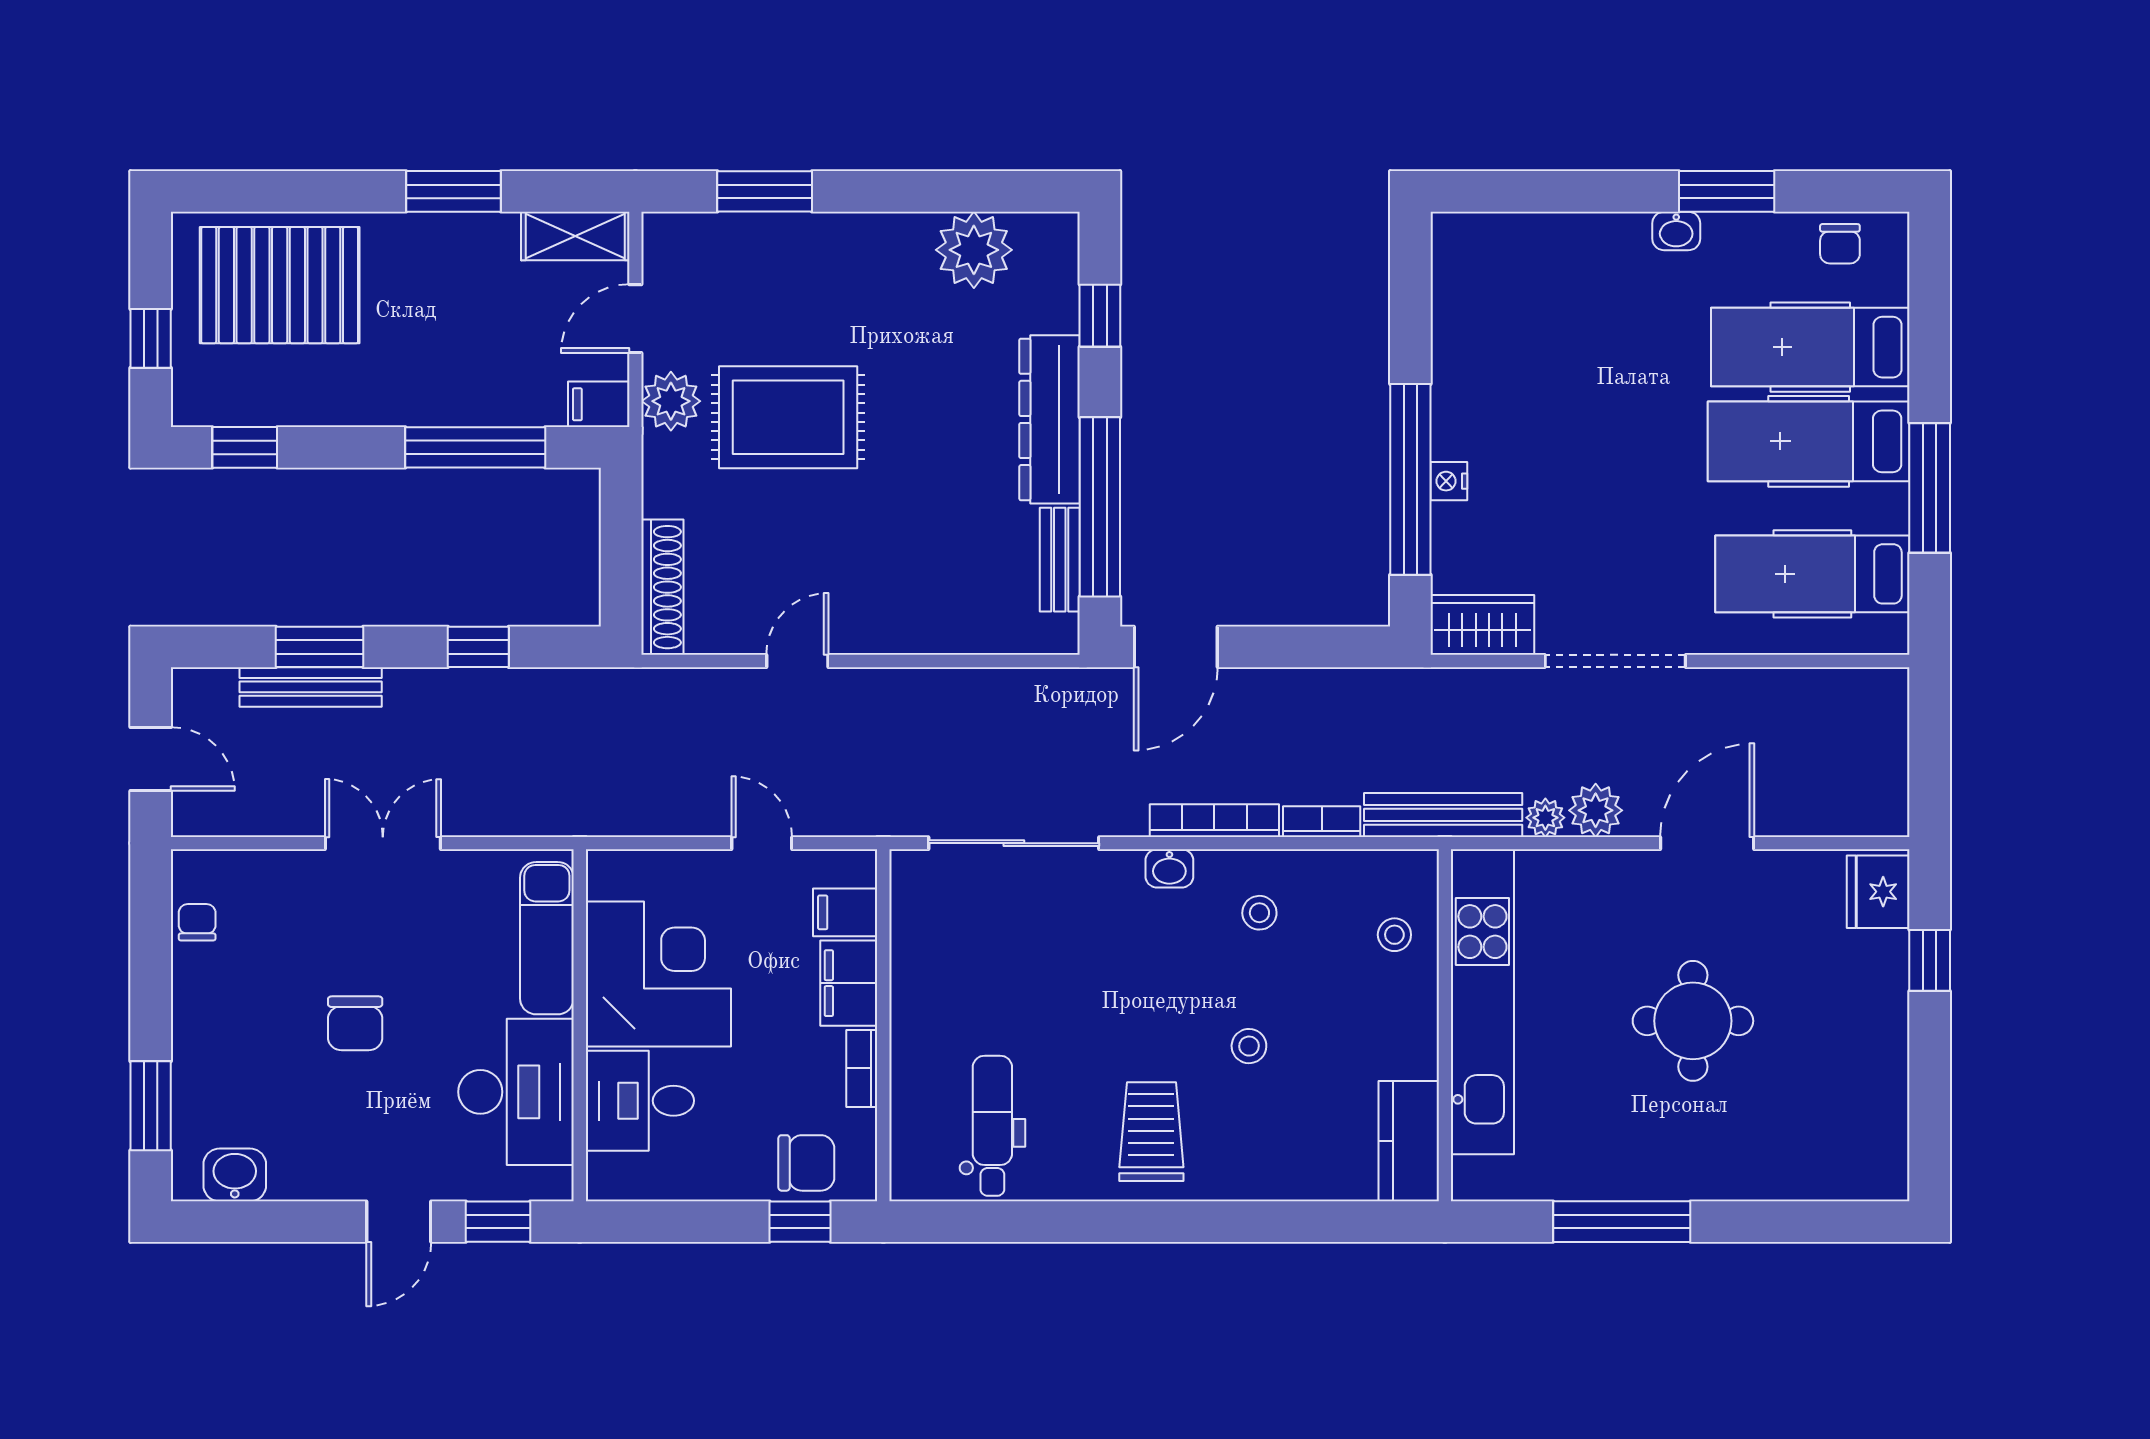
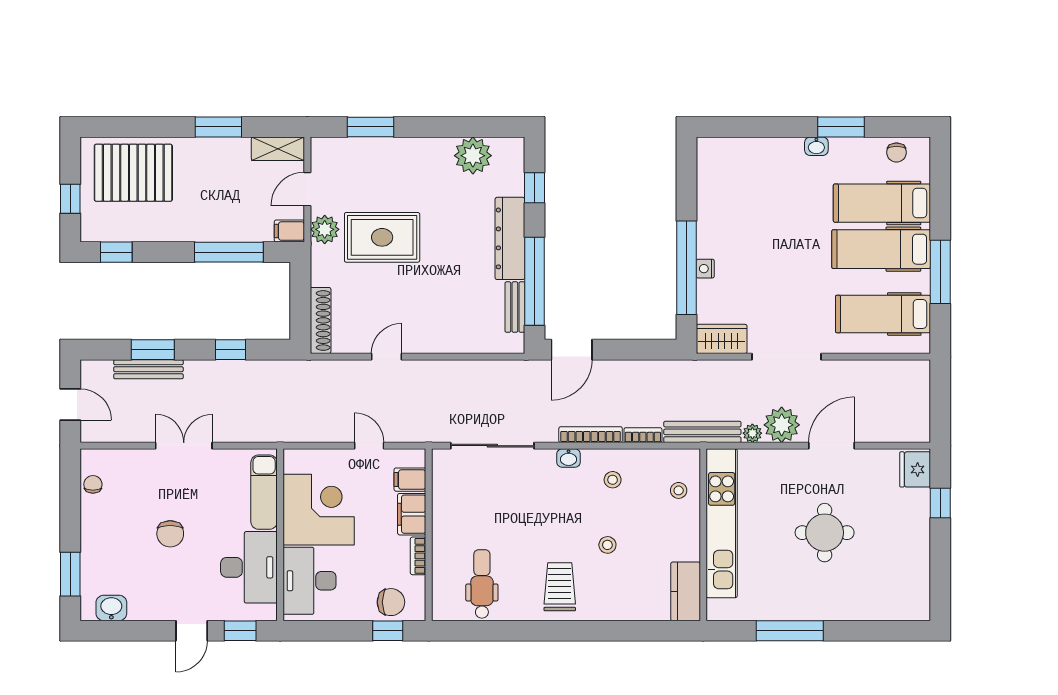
plant: (1596, 810) -> (782, 425), width x1.36, depth x1.36
desk: (640, 1101) -> (310, 581), width x1.37

